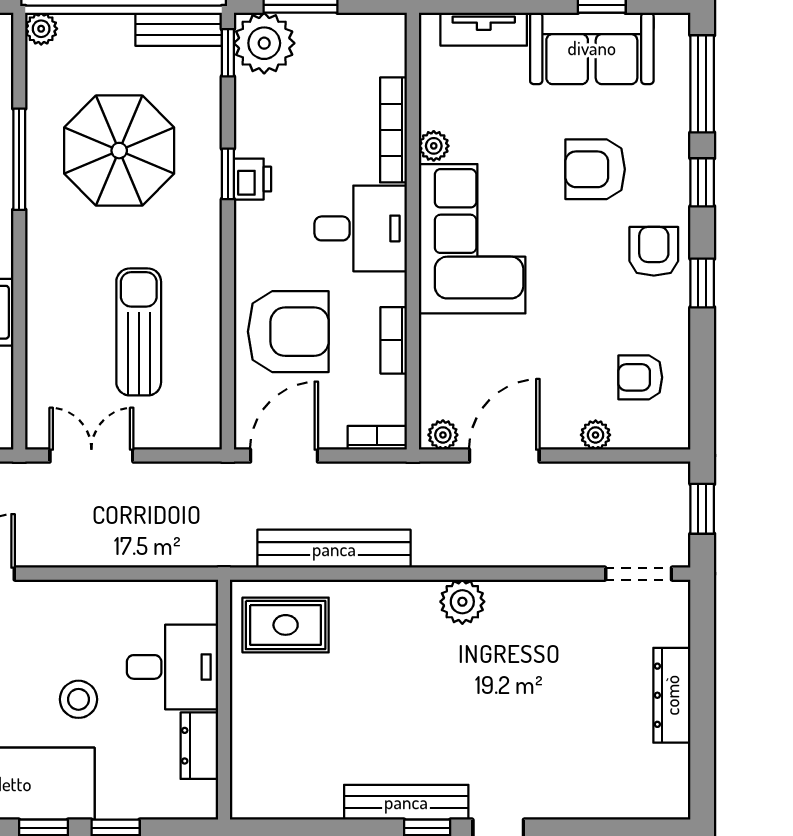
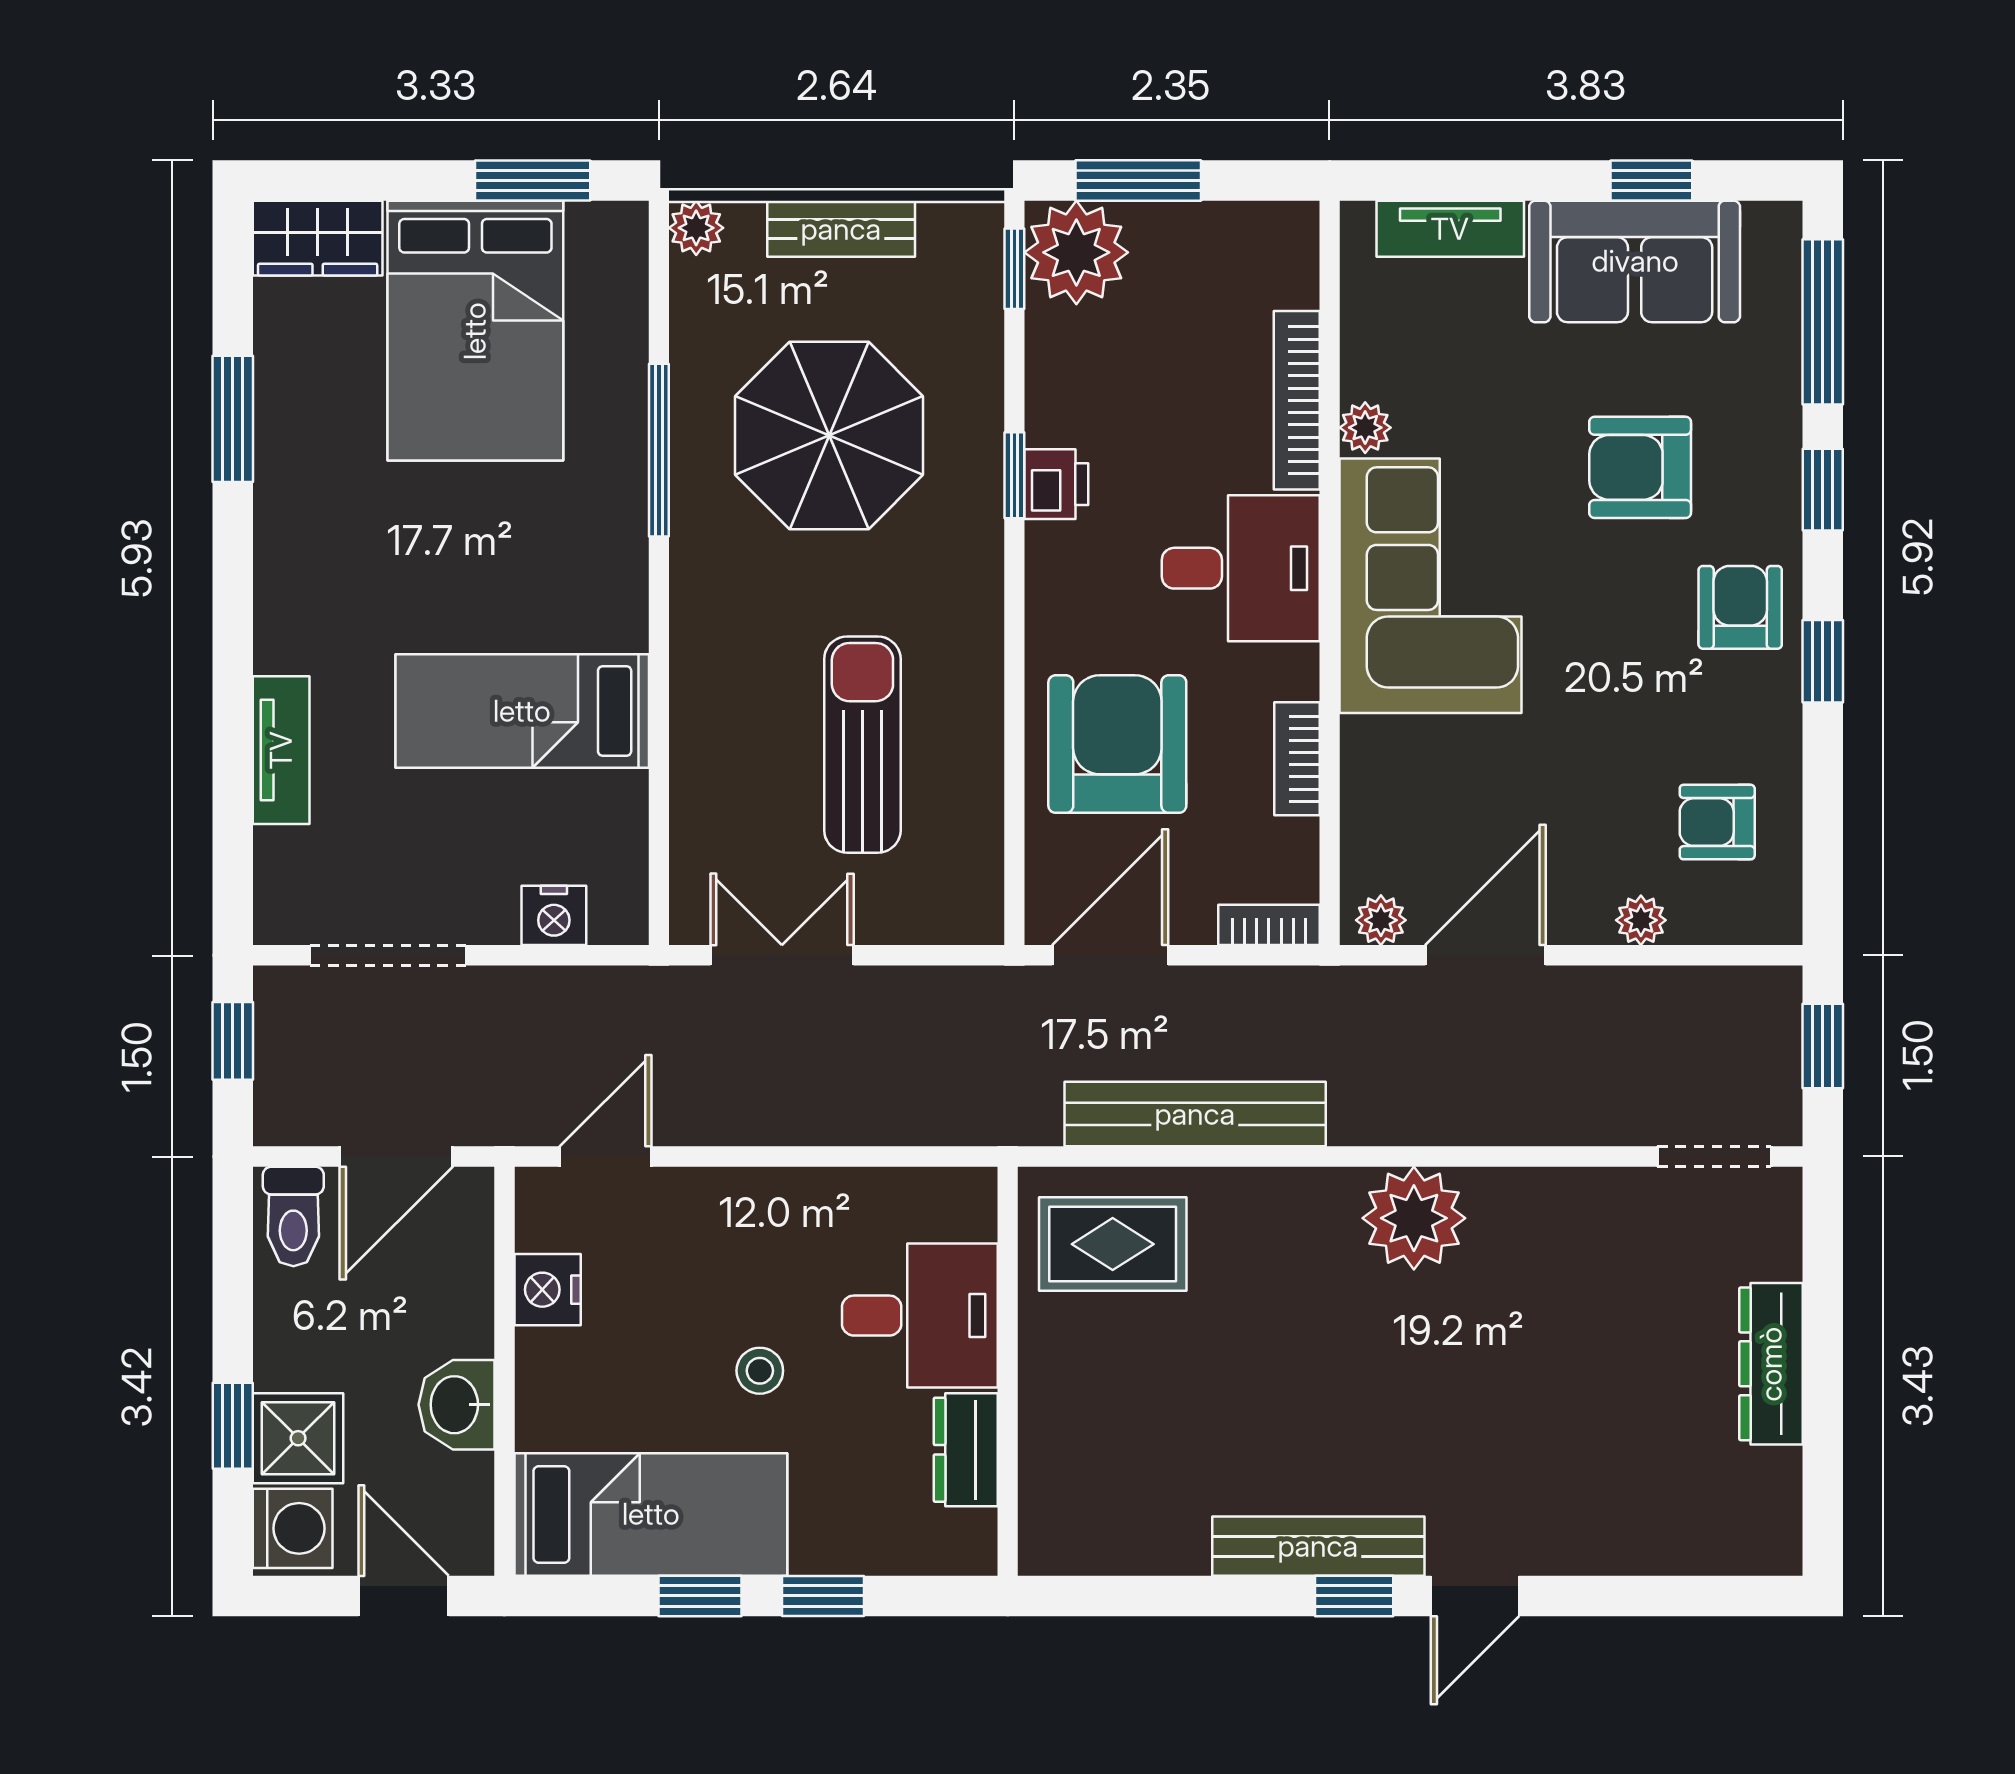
bench: (179, 29) -> (841, 229), moved
armchair: (288, 332) -> (1117, 744), turned -90
plant: (462, 602) -> (1414, 1218), width x1.36, depth x1.36
stool: (78, 699) -> (760, 1371), width x0.73, depth x0.73

